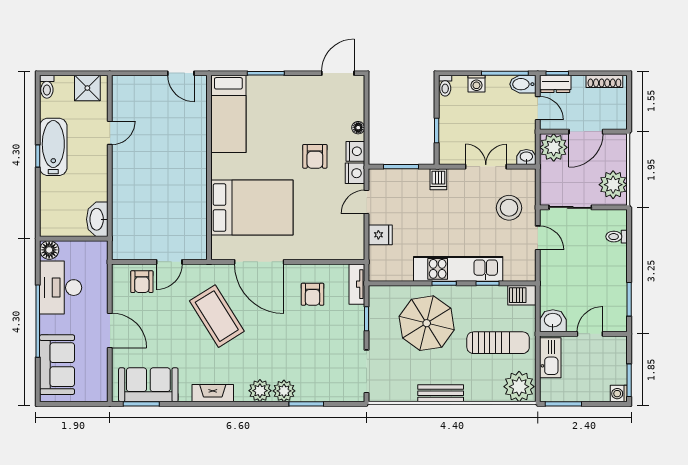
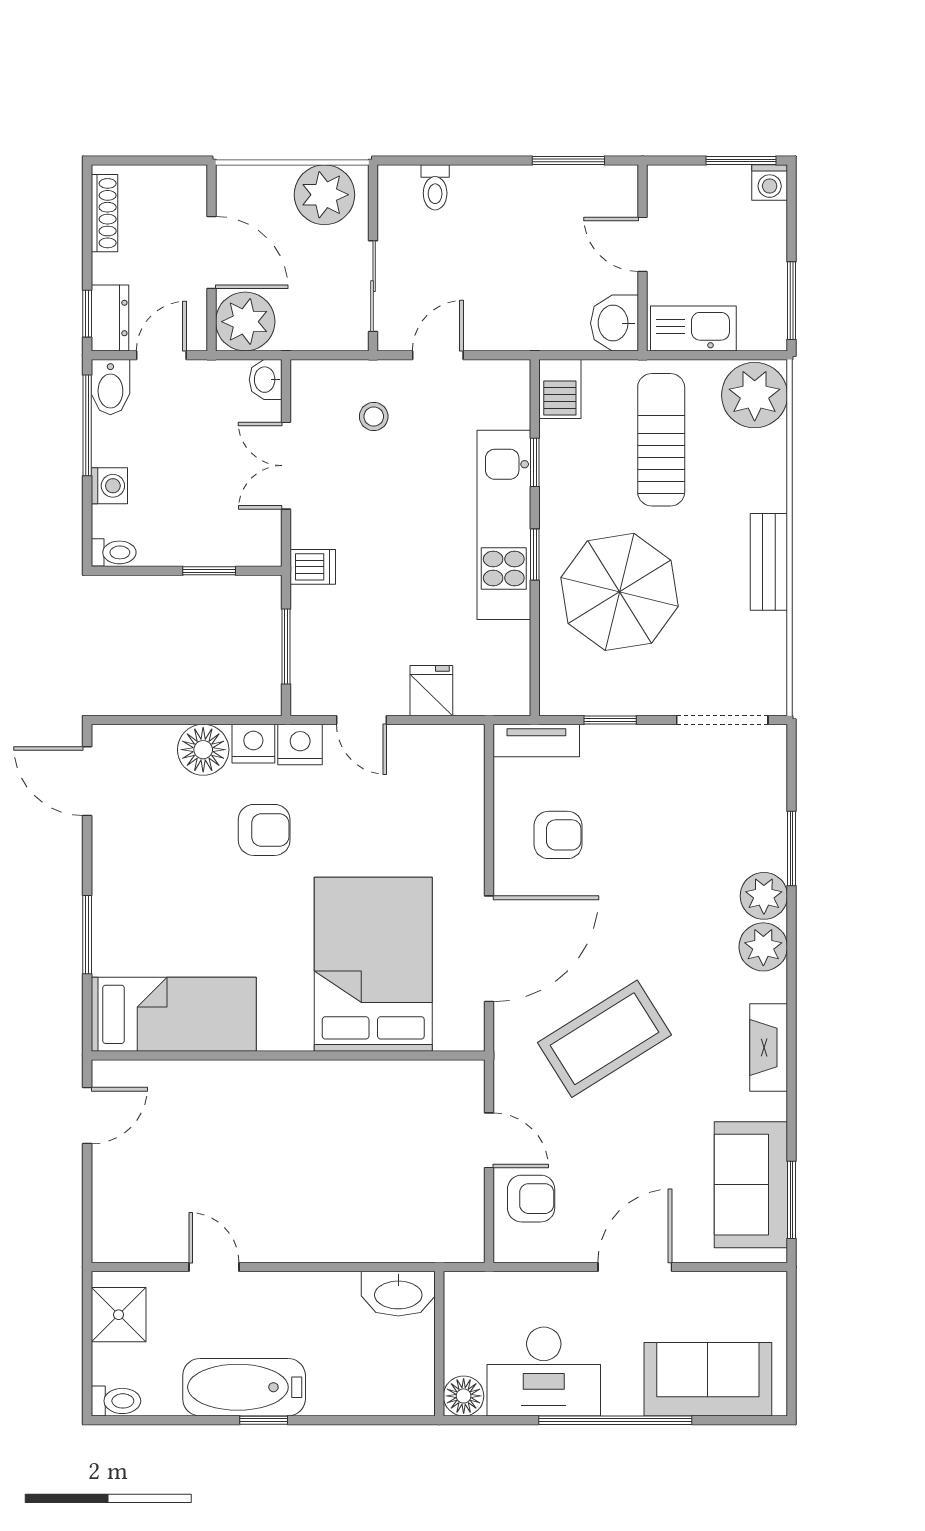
floor lamp: (358, 128) -> (203, 750), width x1.89, depth x1.89
stool: (509, 208) -> (374, 416), width x0.53, depth x0.53

